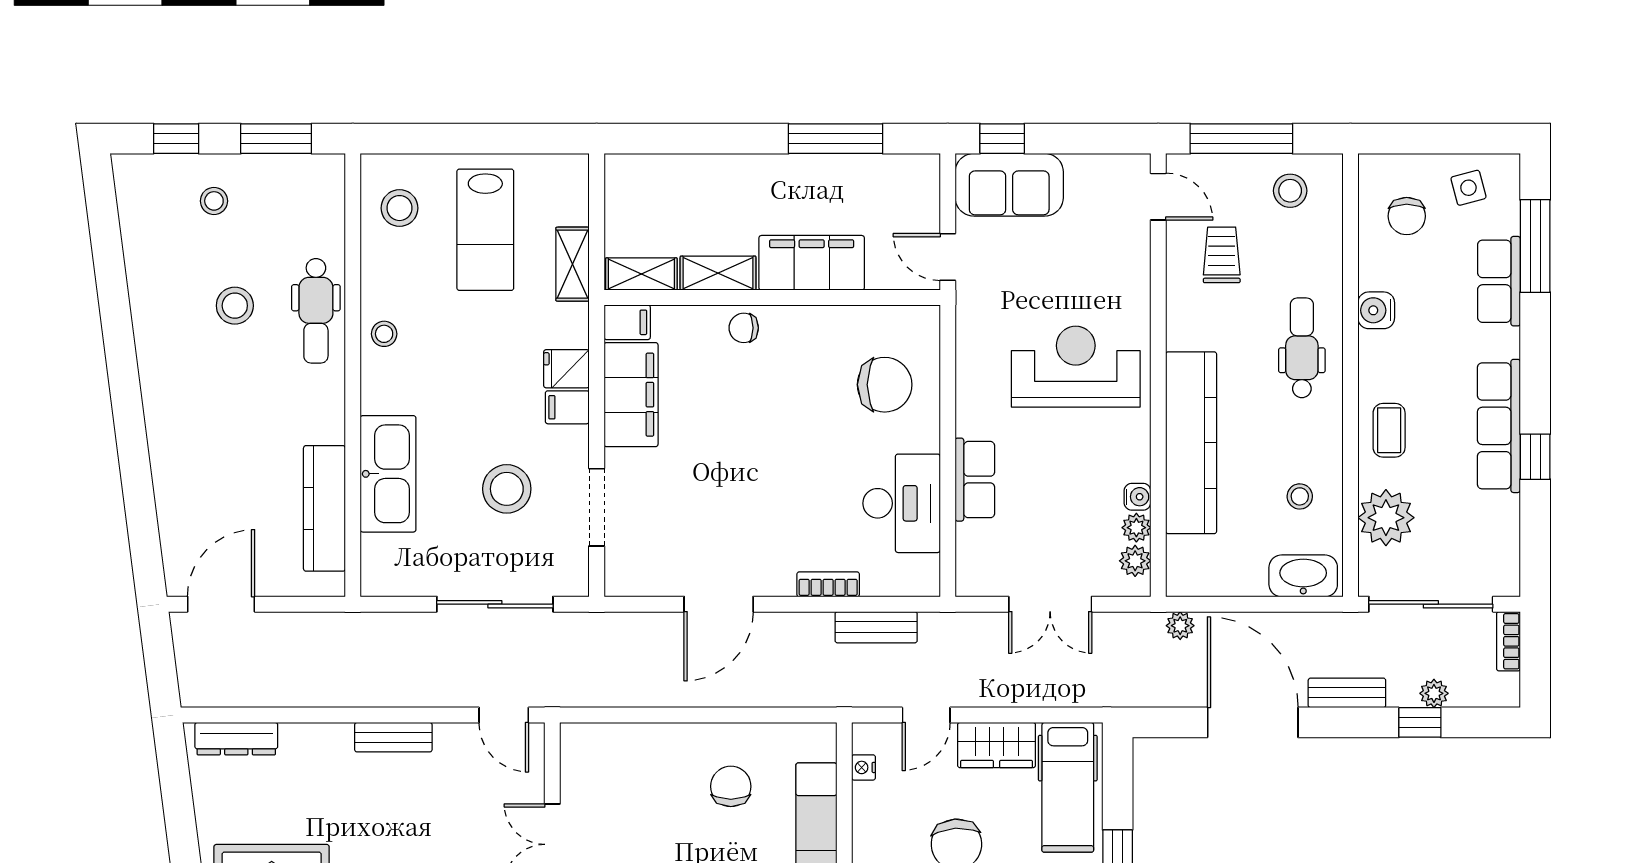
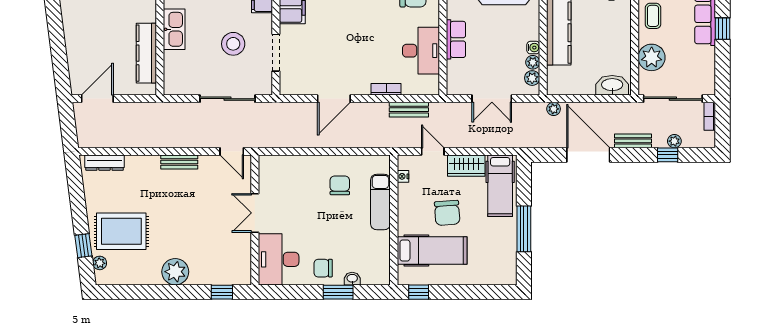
kitchen sink: (388, 474) -> (174, 29), width x0.73, depth x0.81
stool: (1300, 496) -> (611, 47), removed
door: (926, 715) -> (433, 151), swing flipped

